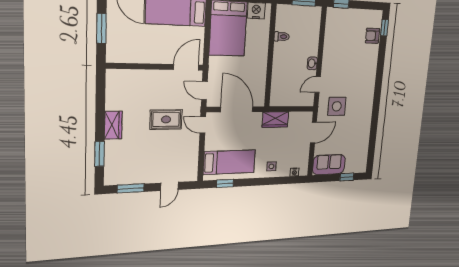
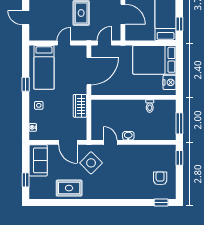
armchair: (372, 36) -> (160, 178), moved
door: (186, 67) -> (123, 14), moved
side table: (337, 106) -> (91, 163), turned 45
door: (203, 125) -> (64, 43), moved
rug: (360, 130) -> (69, 188), added
window: (225, 183) -> (26, 84), moved

